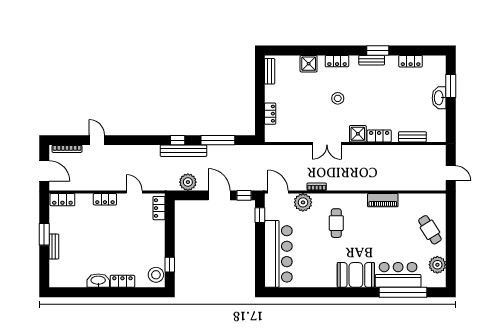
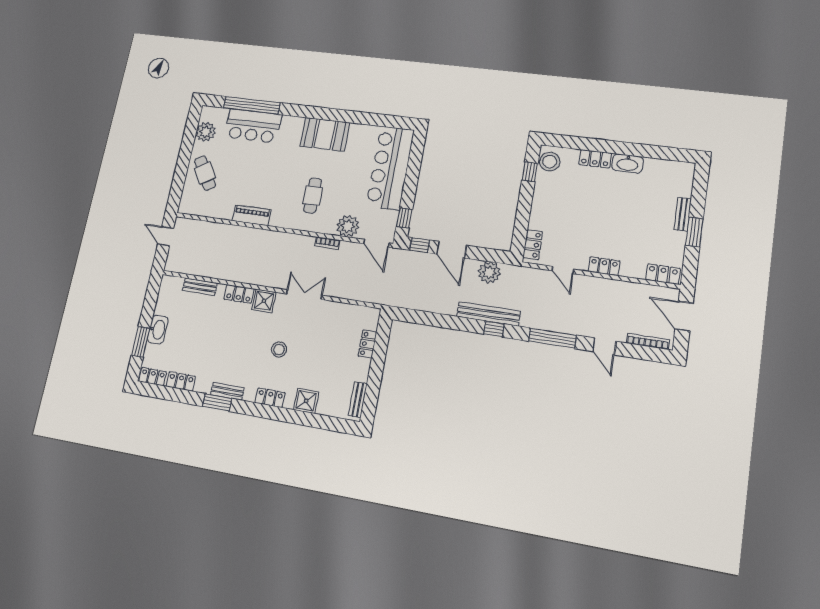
locker: (434, 61) -> (153, 377), added
window: (218, 140) -> (552, 338), moved
booth: (356, 275) -> (325, 134), moved

